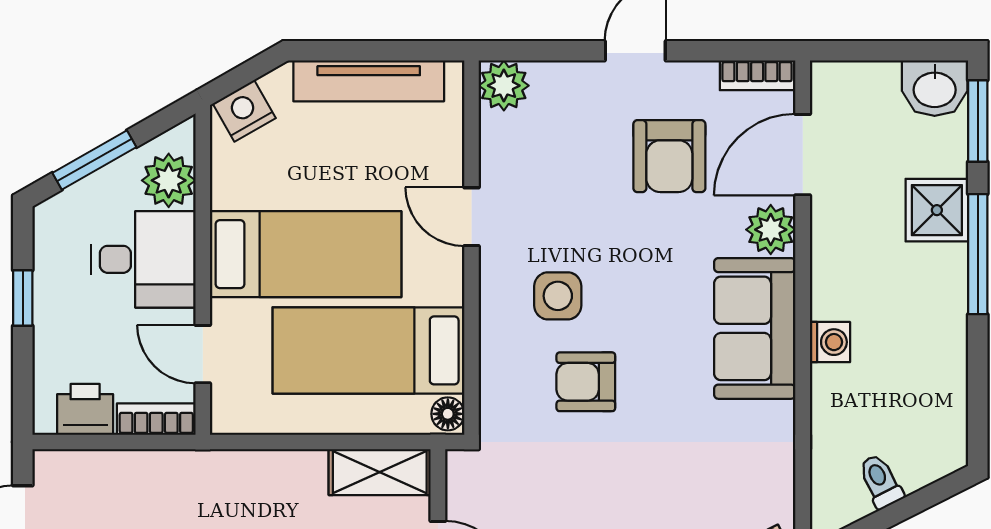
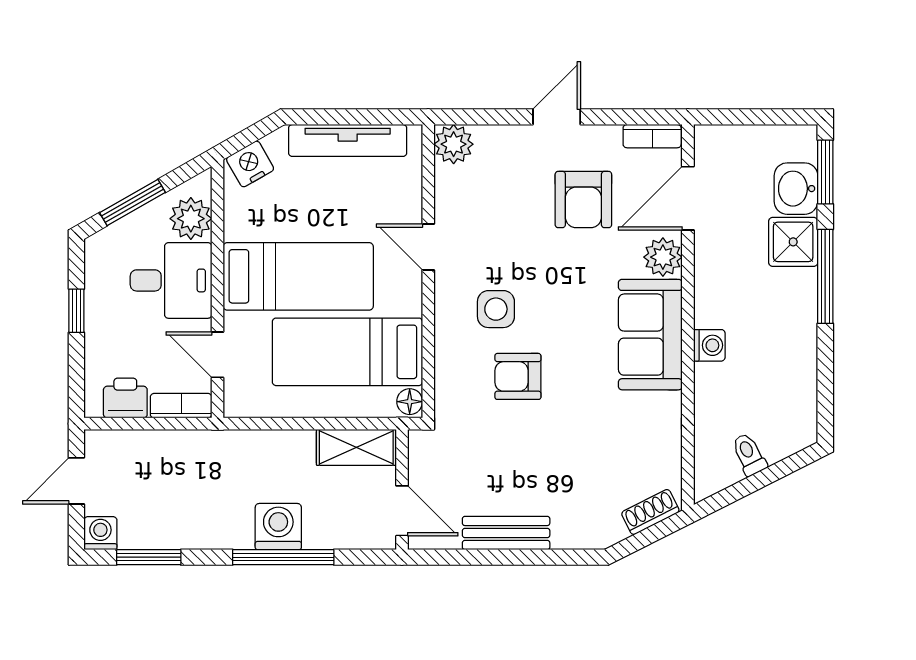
washbasin: (935, 88) -> (796, 189), moved, turned 90

